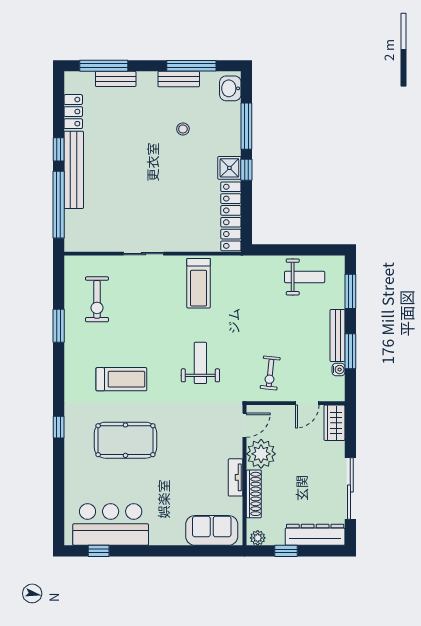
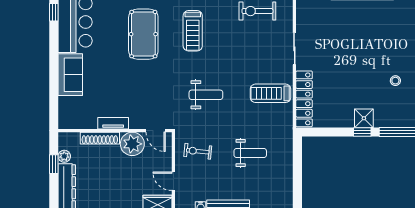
locker: (231, 216) -> (304, 99), moved, turned 90
weight bench: (305, 277) -> (250, 153), moved, turned -90
sofa: (212, 530) -> (70, 75), moved
plant: (258, 538) -> (64, 156), moved

